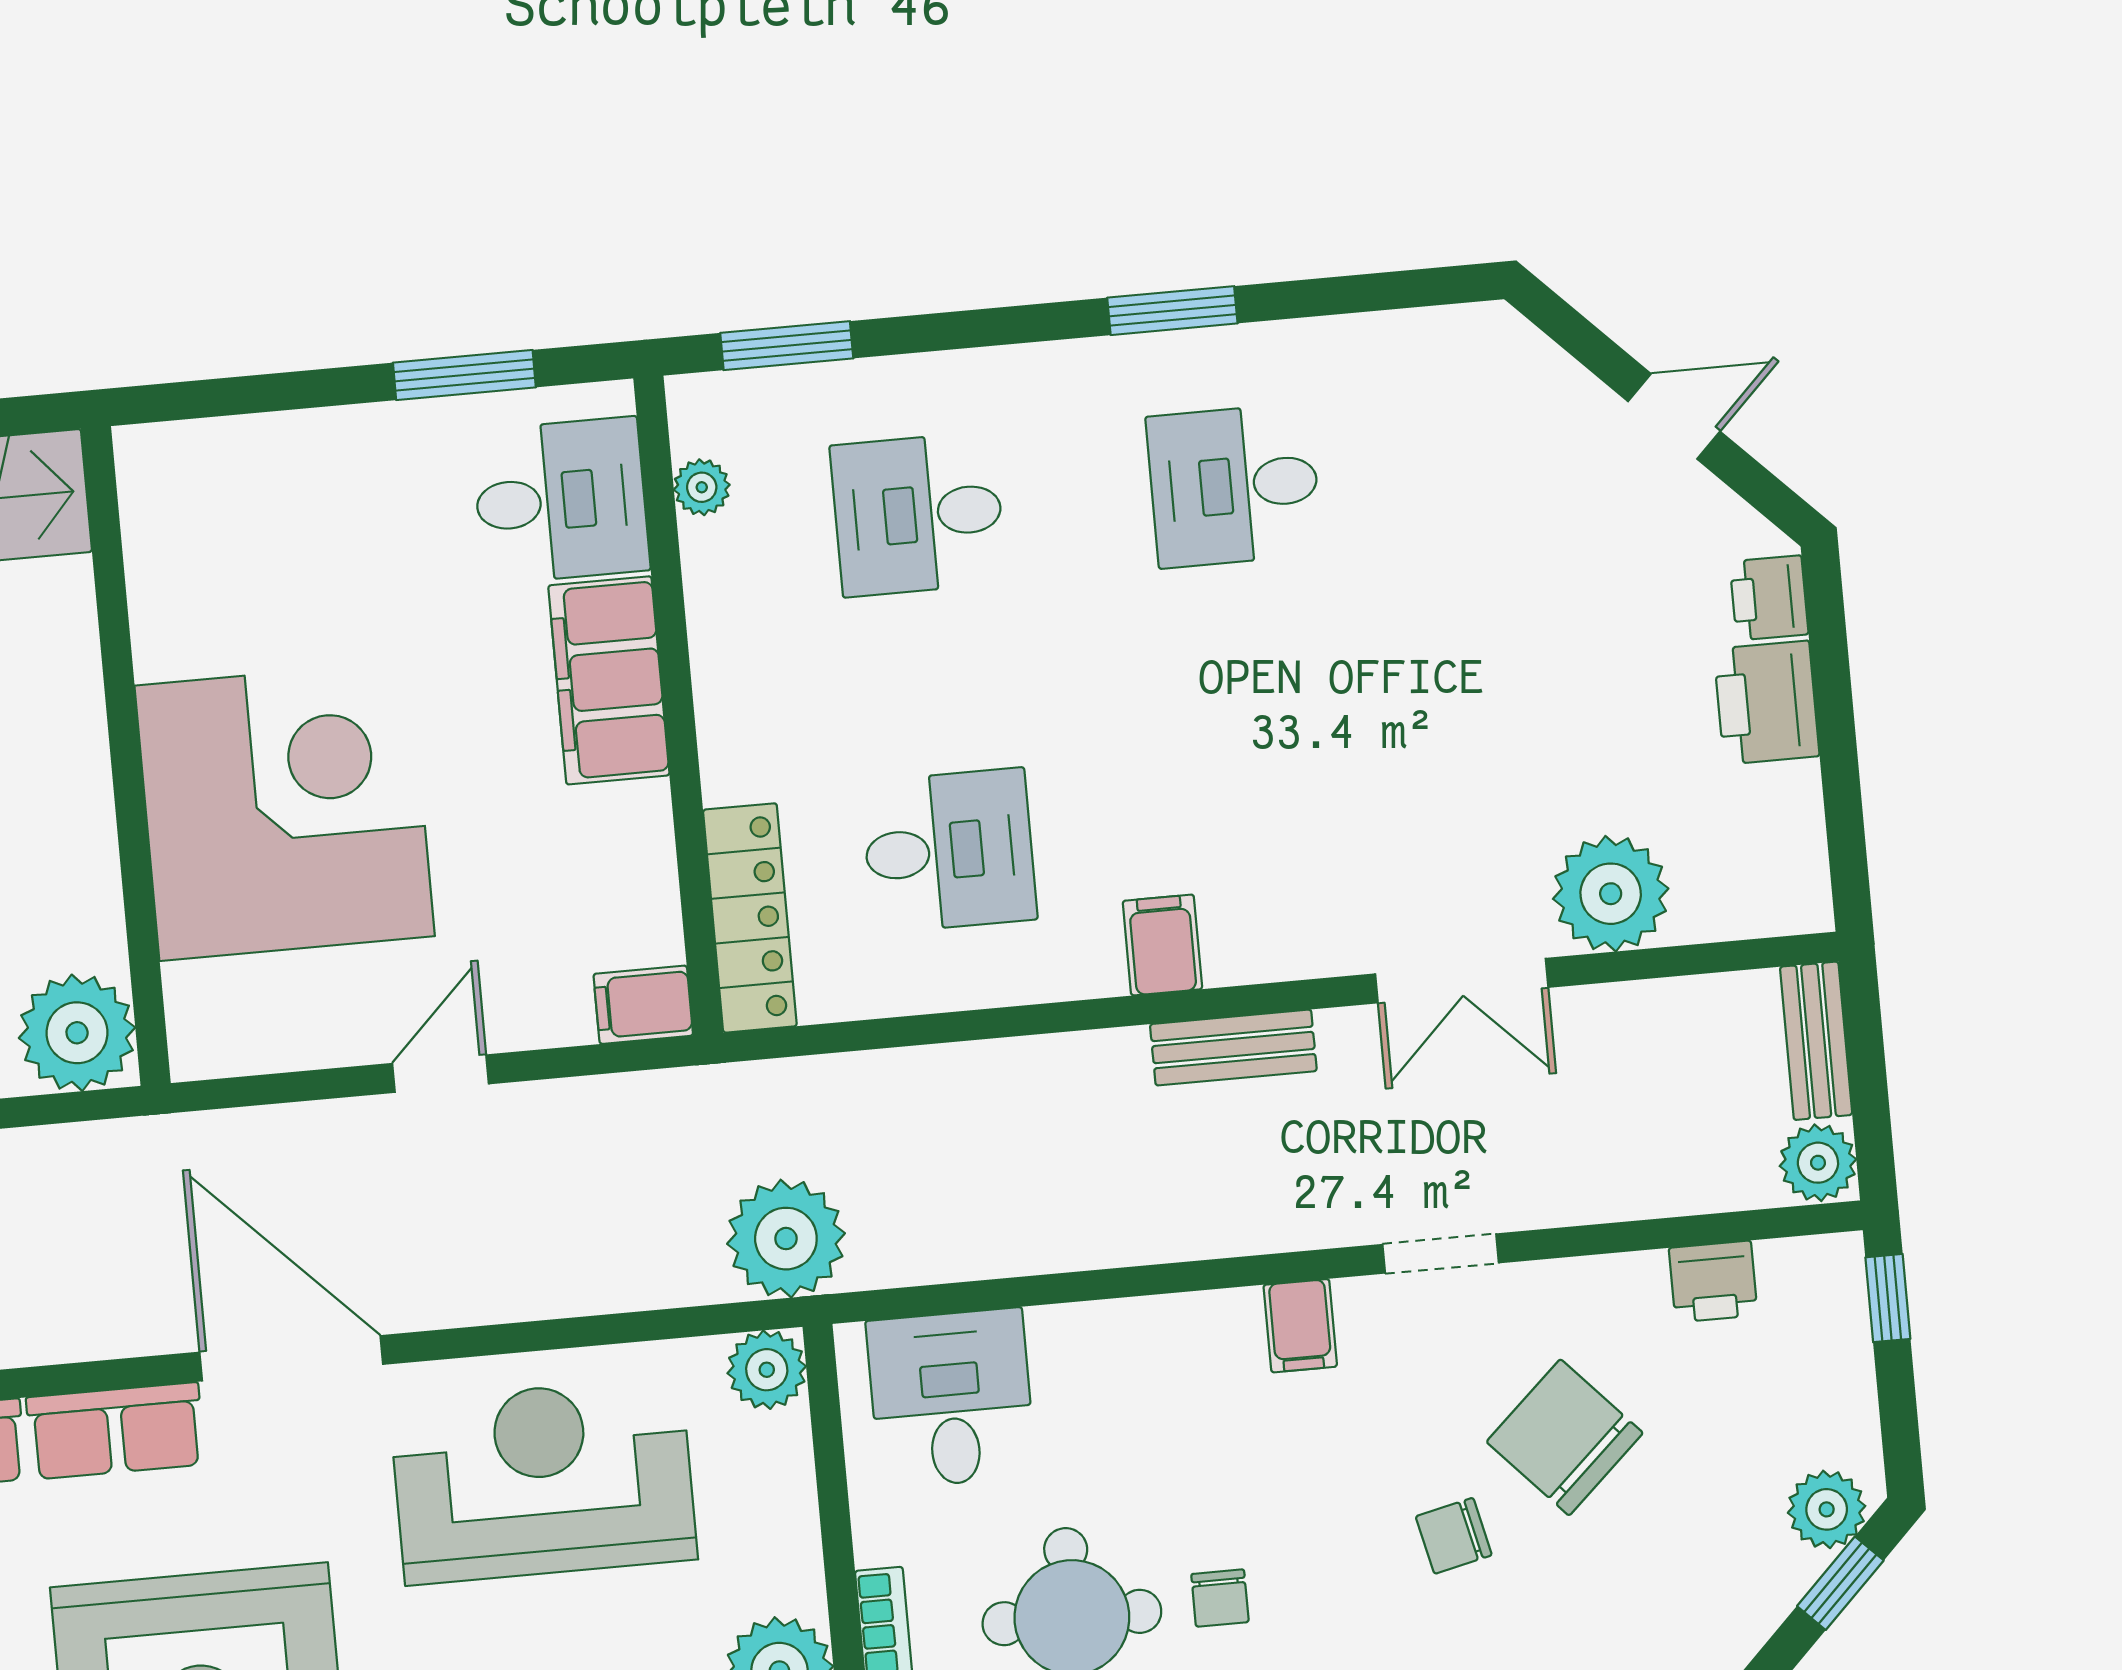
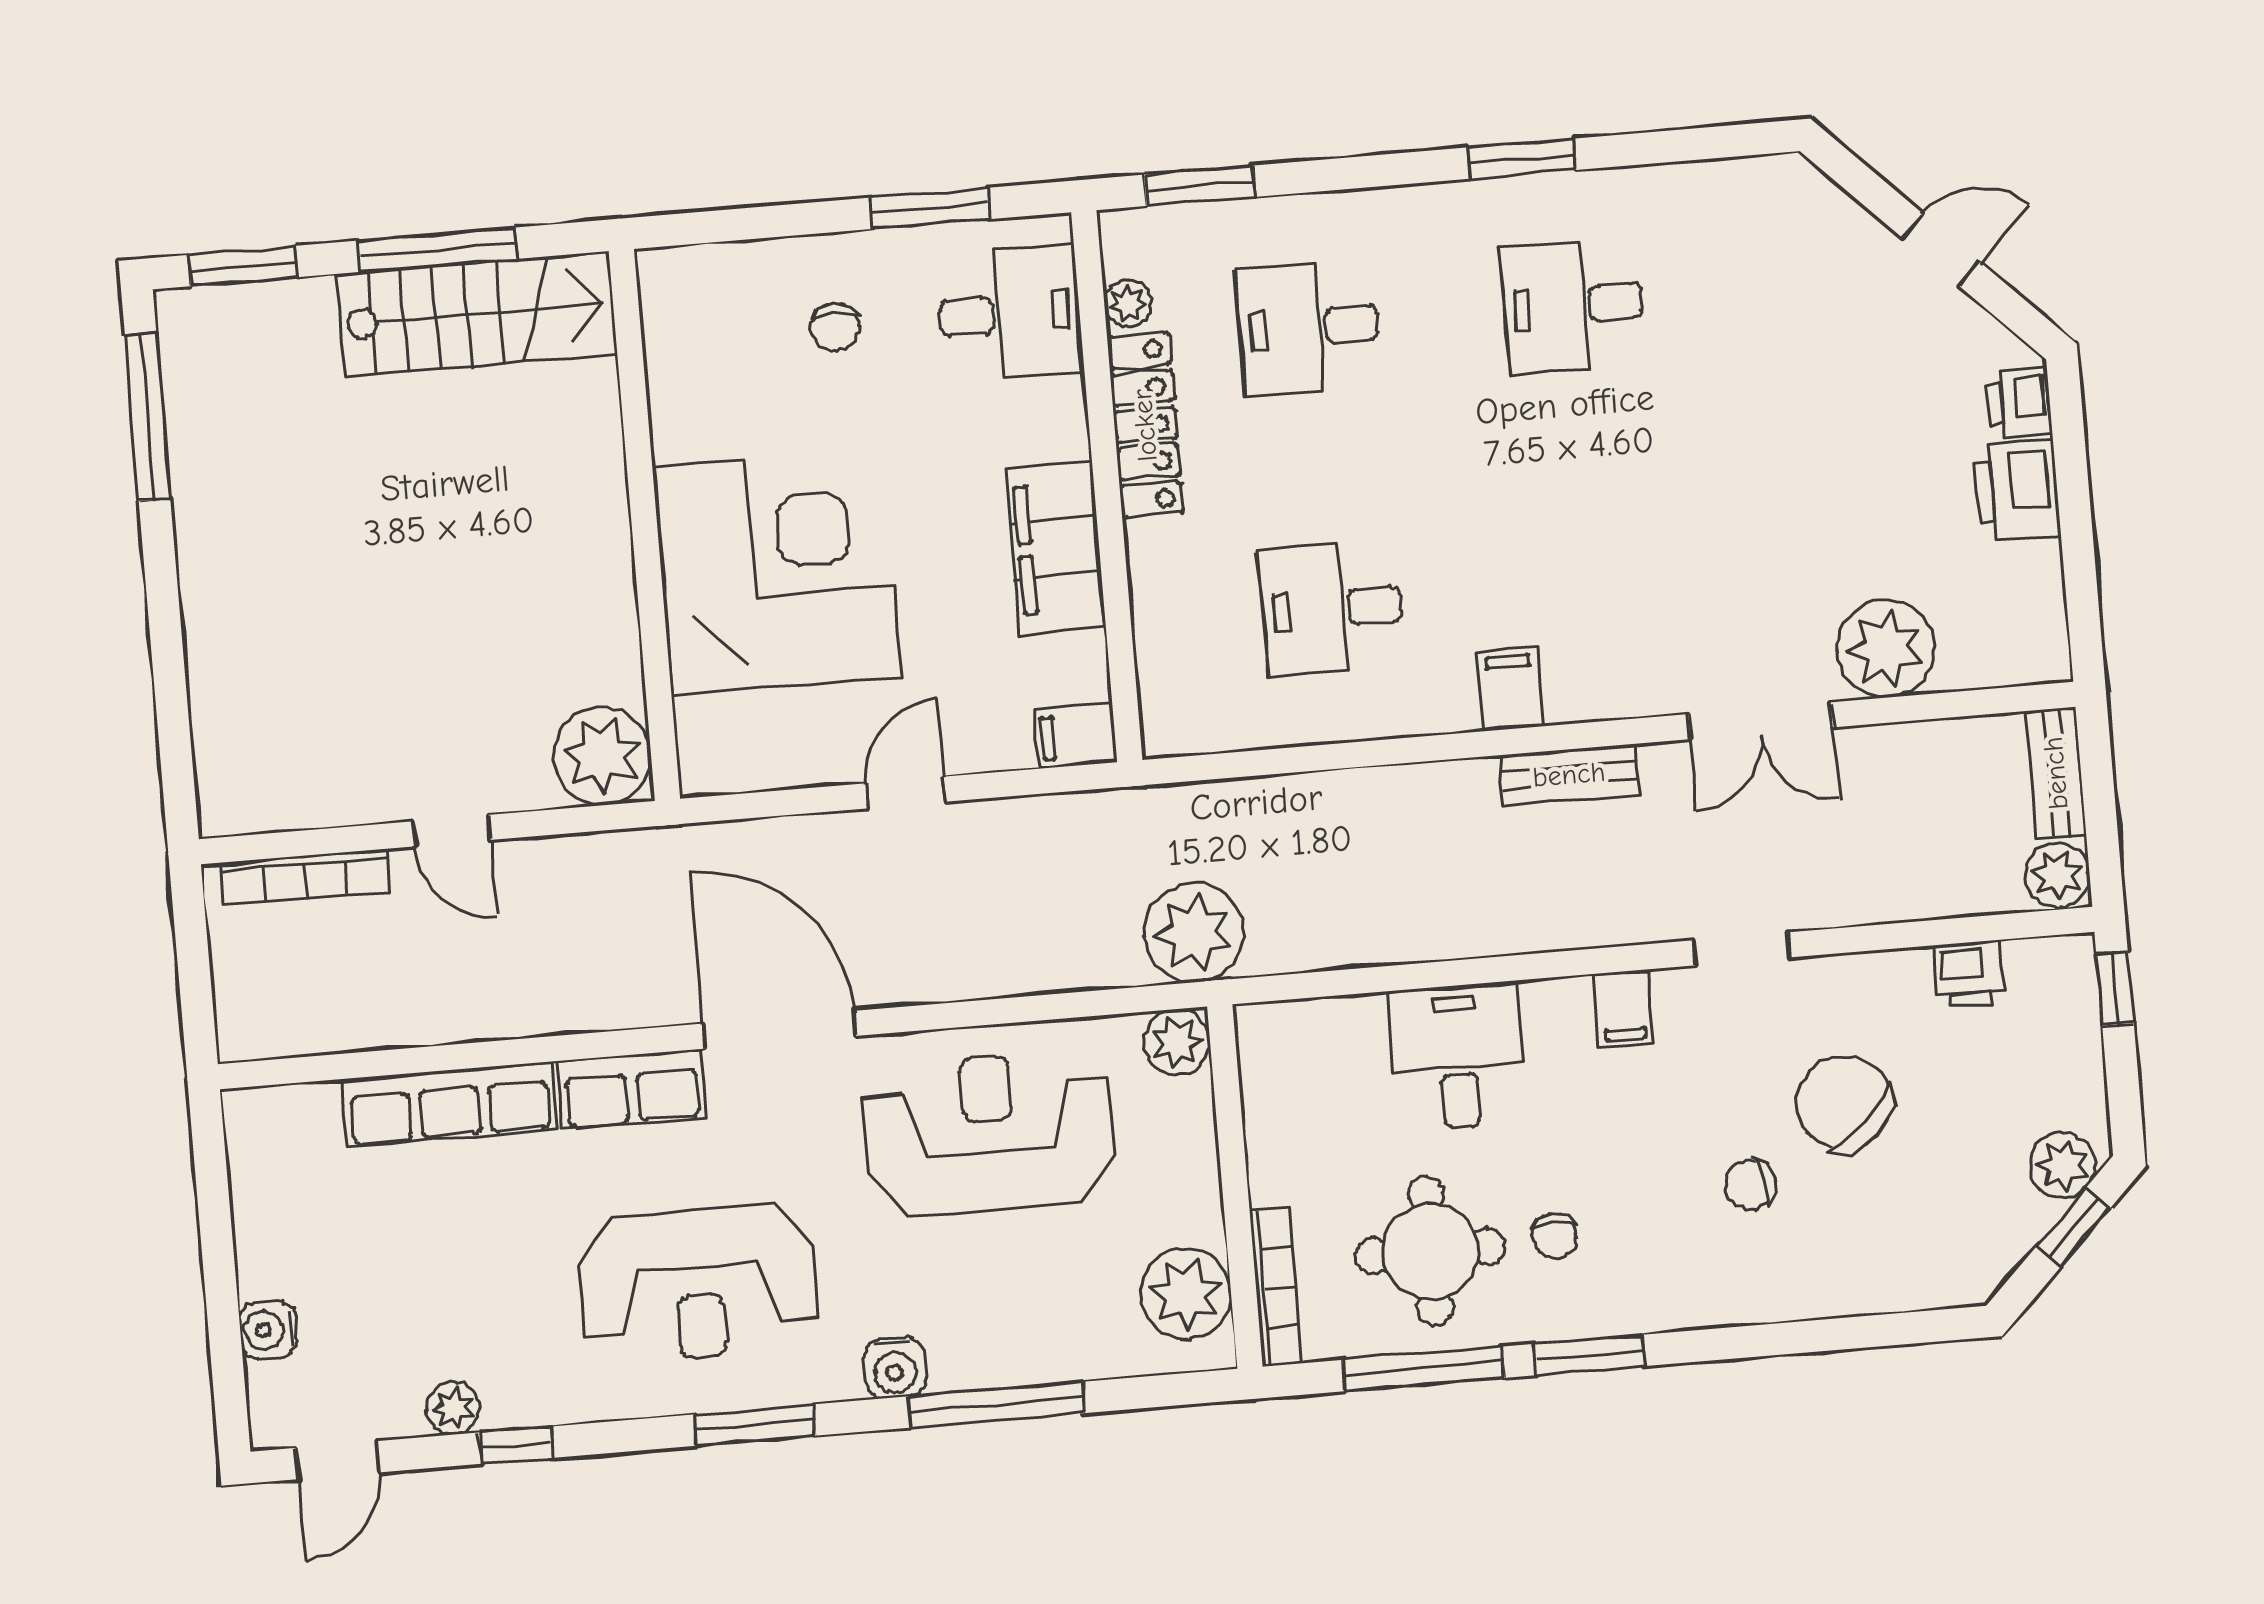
chair: (352, 518) -> (835, 327), added
filing cabinet: (609, 680) -> (1056, 547), moved
desk: (949, 851) -> (1332, 609), turned 180
locker: (750, 918) -> (1145, 425), moved
desk: (951, 1398) -> (1458, 1057), moved

